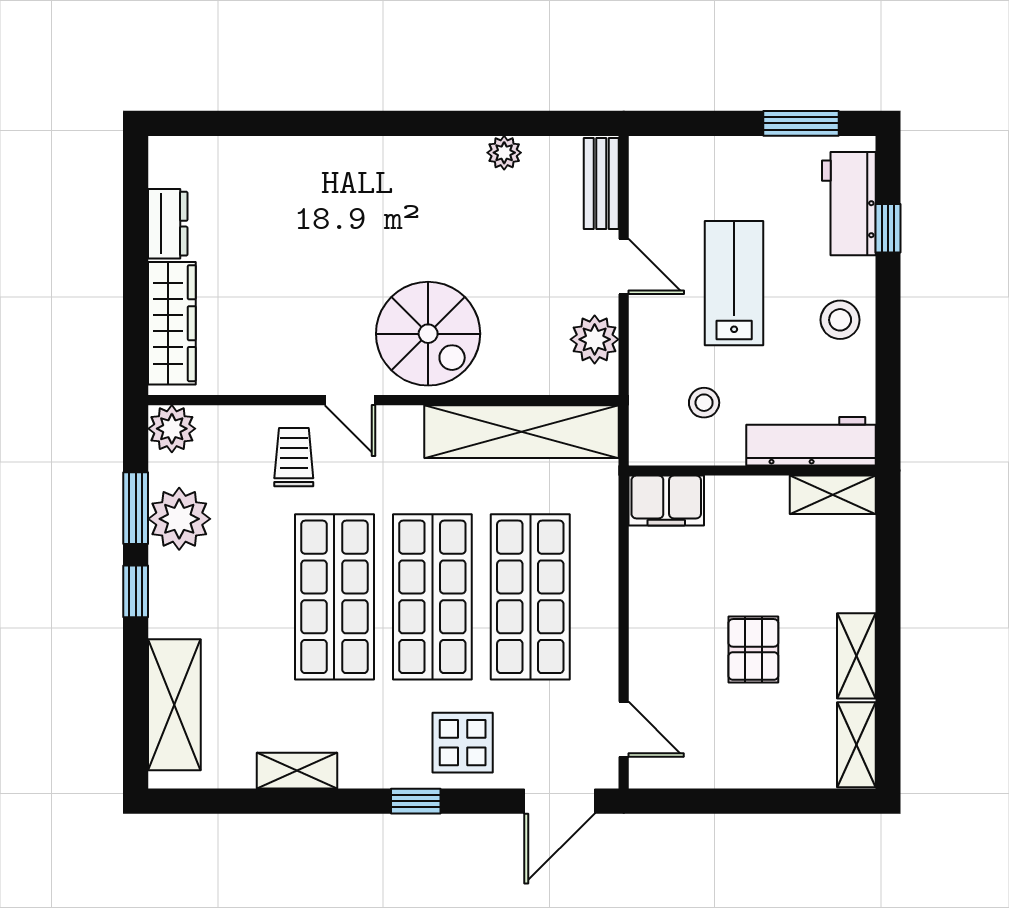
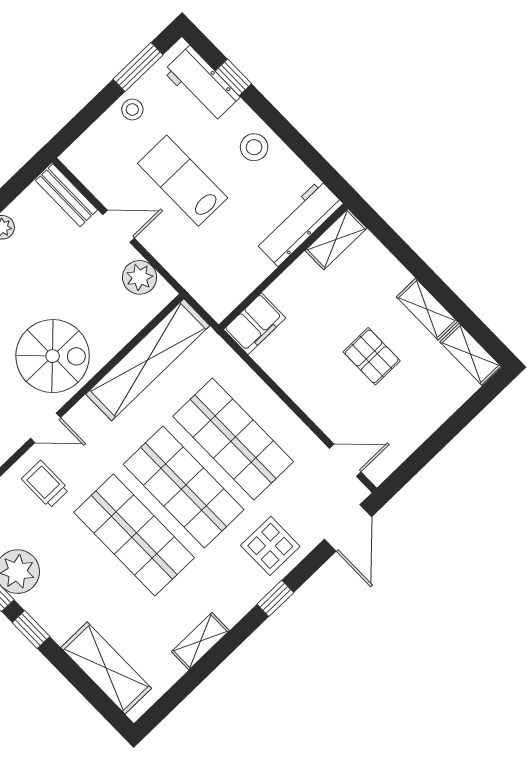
stool: (704, 403) -> (132, 110), moved

